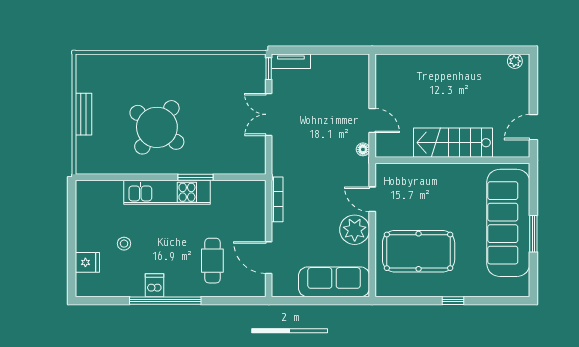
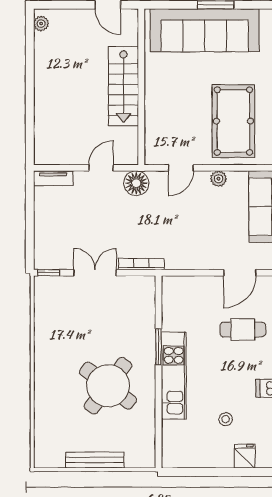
tv unit: (291, 61) -> (53, 178), moved, turned 90
bench: (83, 114) -> (95, 460), width x1.36
double door: (269, 114) -> (95, 273), swing flipped
floor lamp: (363, 149) -> (136, 183), width x1.89, depth x1.89
bookcase: (277, 199) -> (141, 264), moved
plant: (355, 230) -> (219, 179), width x0.53, depth x0.53

